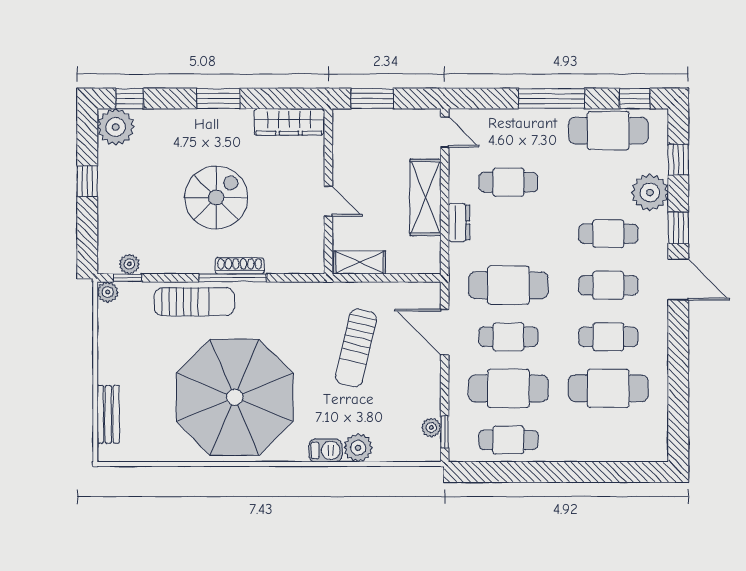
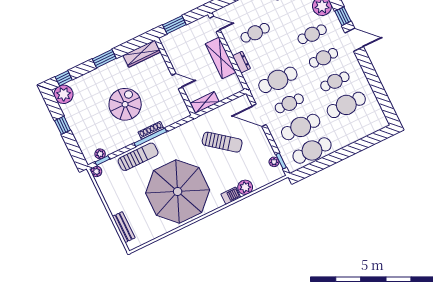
sun lounger: (356, 348) -> (222, 142), turned -65
cafe table: (508, 440) -> (312, 150), width x1.37, depth x1.35

